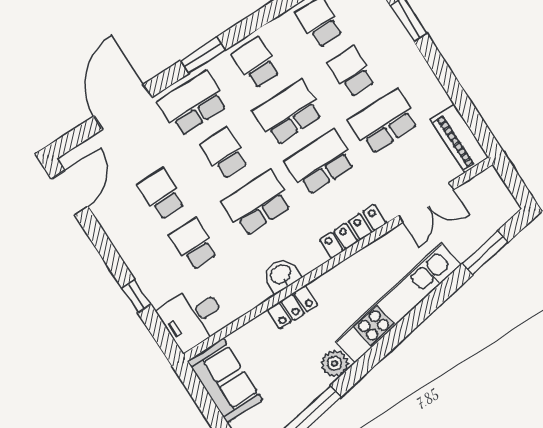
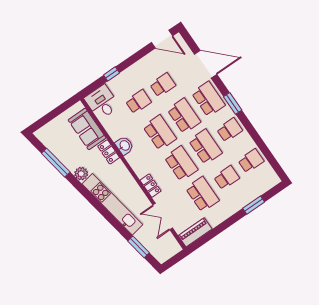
school desk: (225, 153) -> (184, 116), width x1.85
locker: (353, 231) -> (151, 186), width x0.66
sofa: (225, 380) -> (87, 129), moved, turned 90

